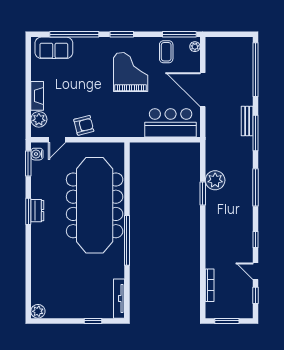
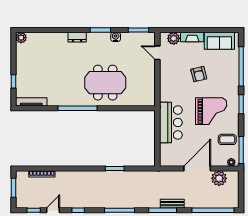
sofa: (54, 48) -> (219, 41), moved, turned -90
bar counter: (171, 123) -> (171, 123), moved
armchair: (84, 125) -> (199, 74), moved
water cooler: (37, 154) -> (116, 37), moved
plant: (215, 180) -> (219, 178), moved
meeting table: (95, 205) -> (105, 83), width x0.54, depth x0.79
dresser: (37, 211) -> (77, 37), moved

